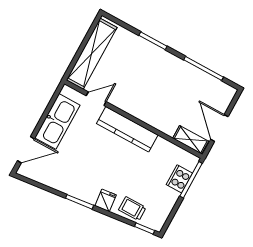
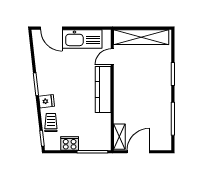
door: (96, 99) -> (112, 57), swing flipped
cooker: (179, 179) -> (70, 143), moved

